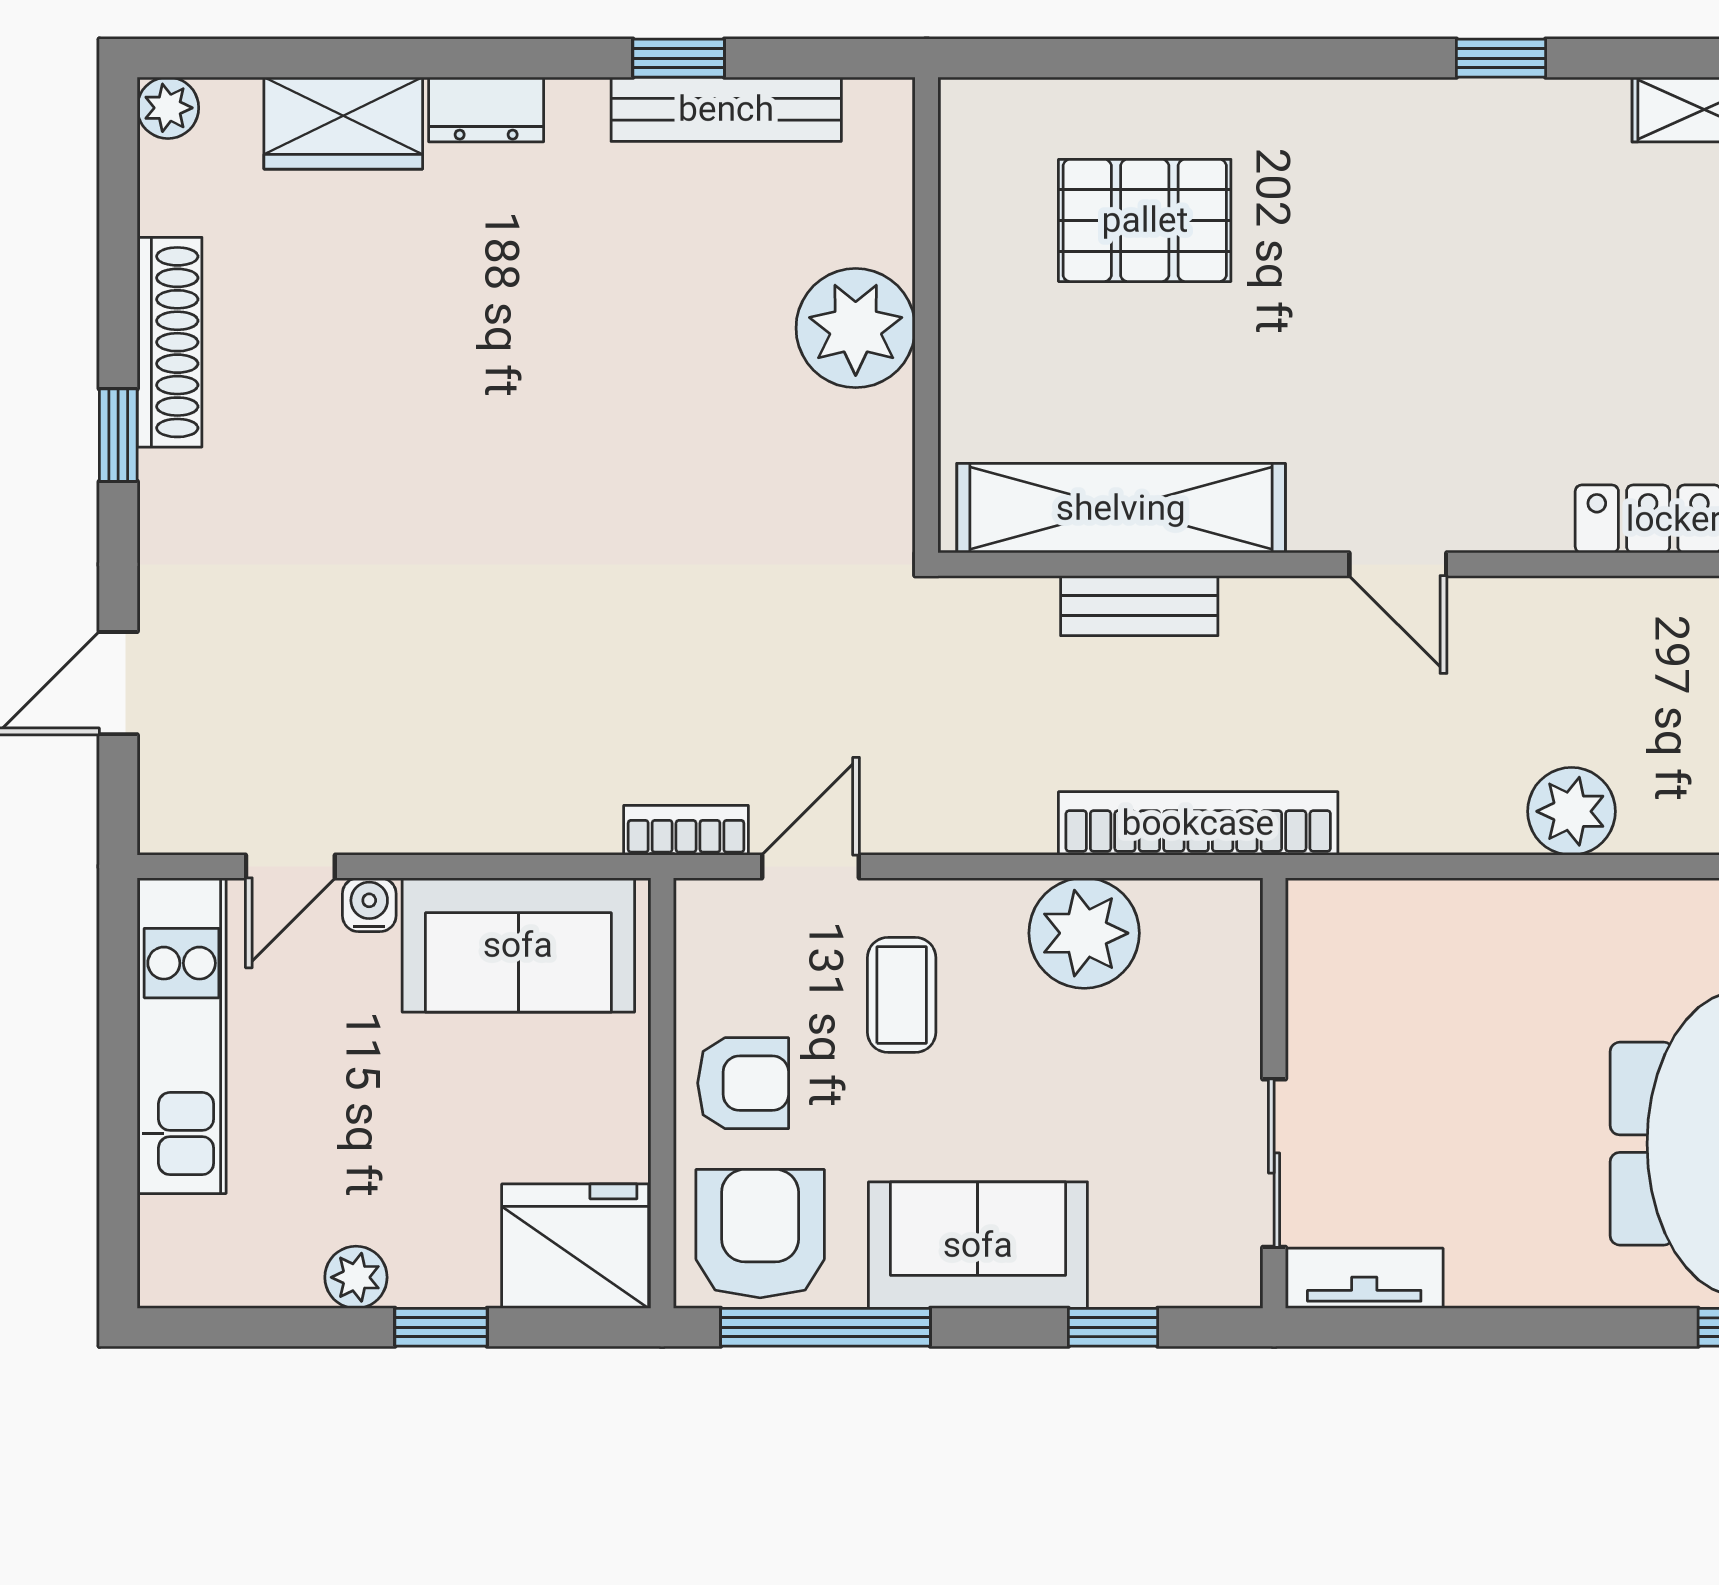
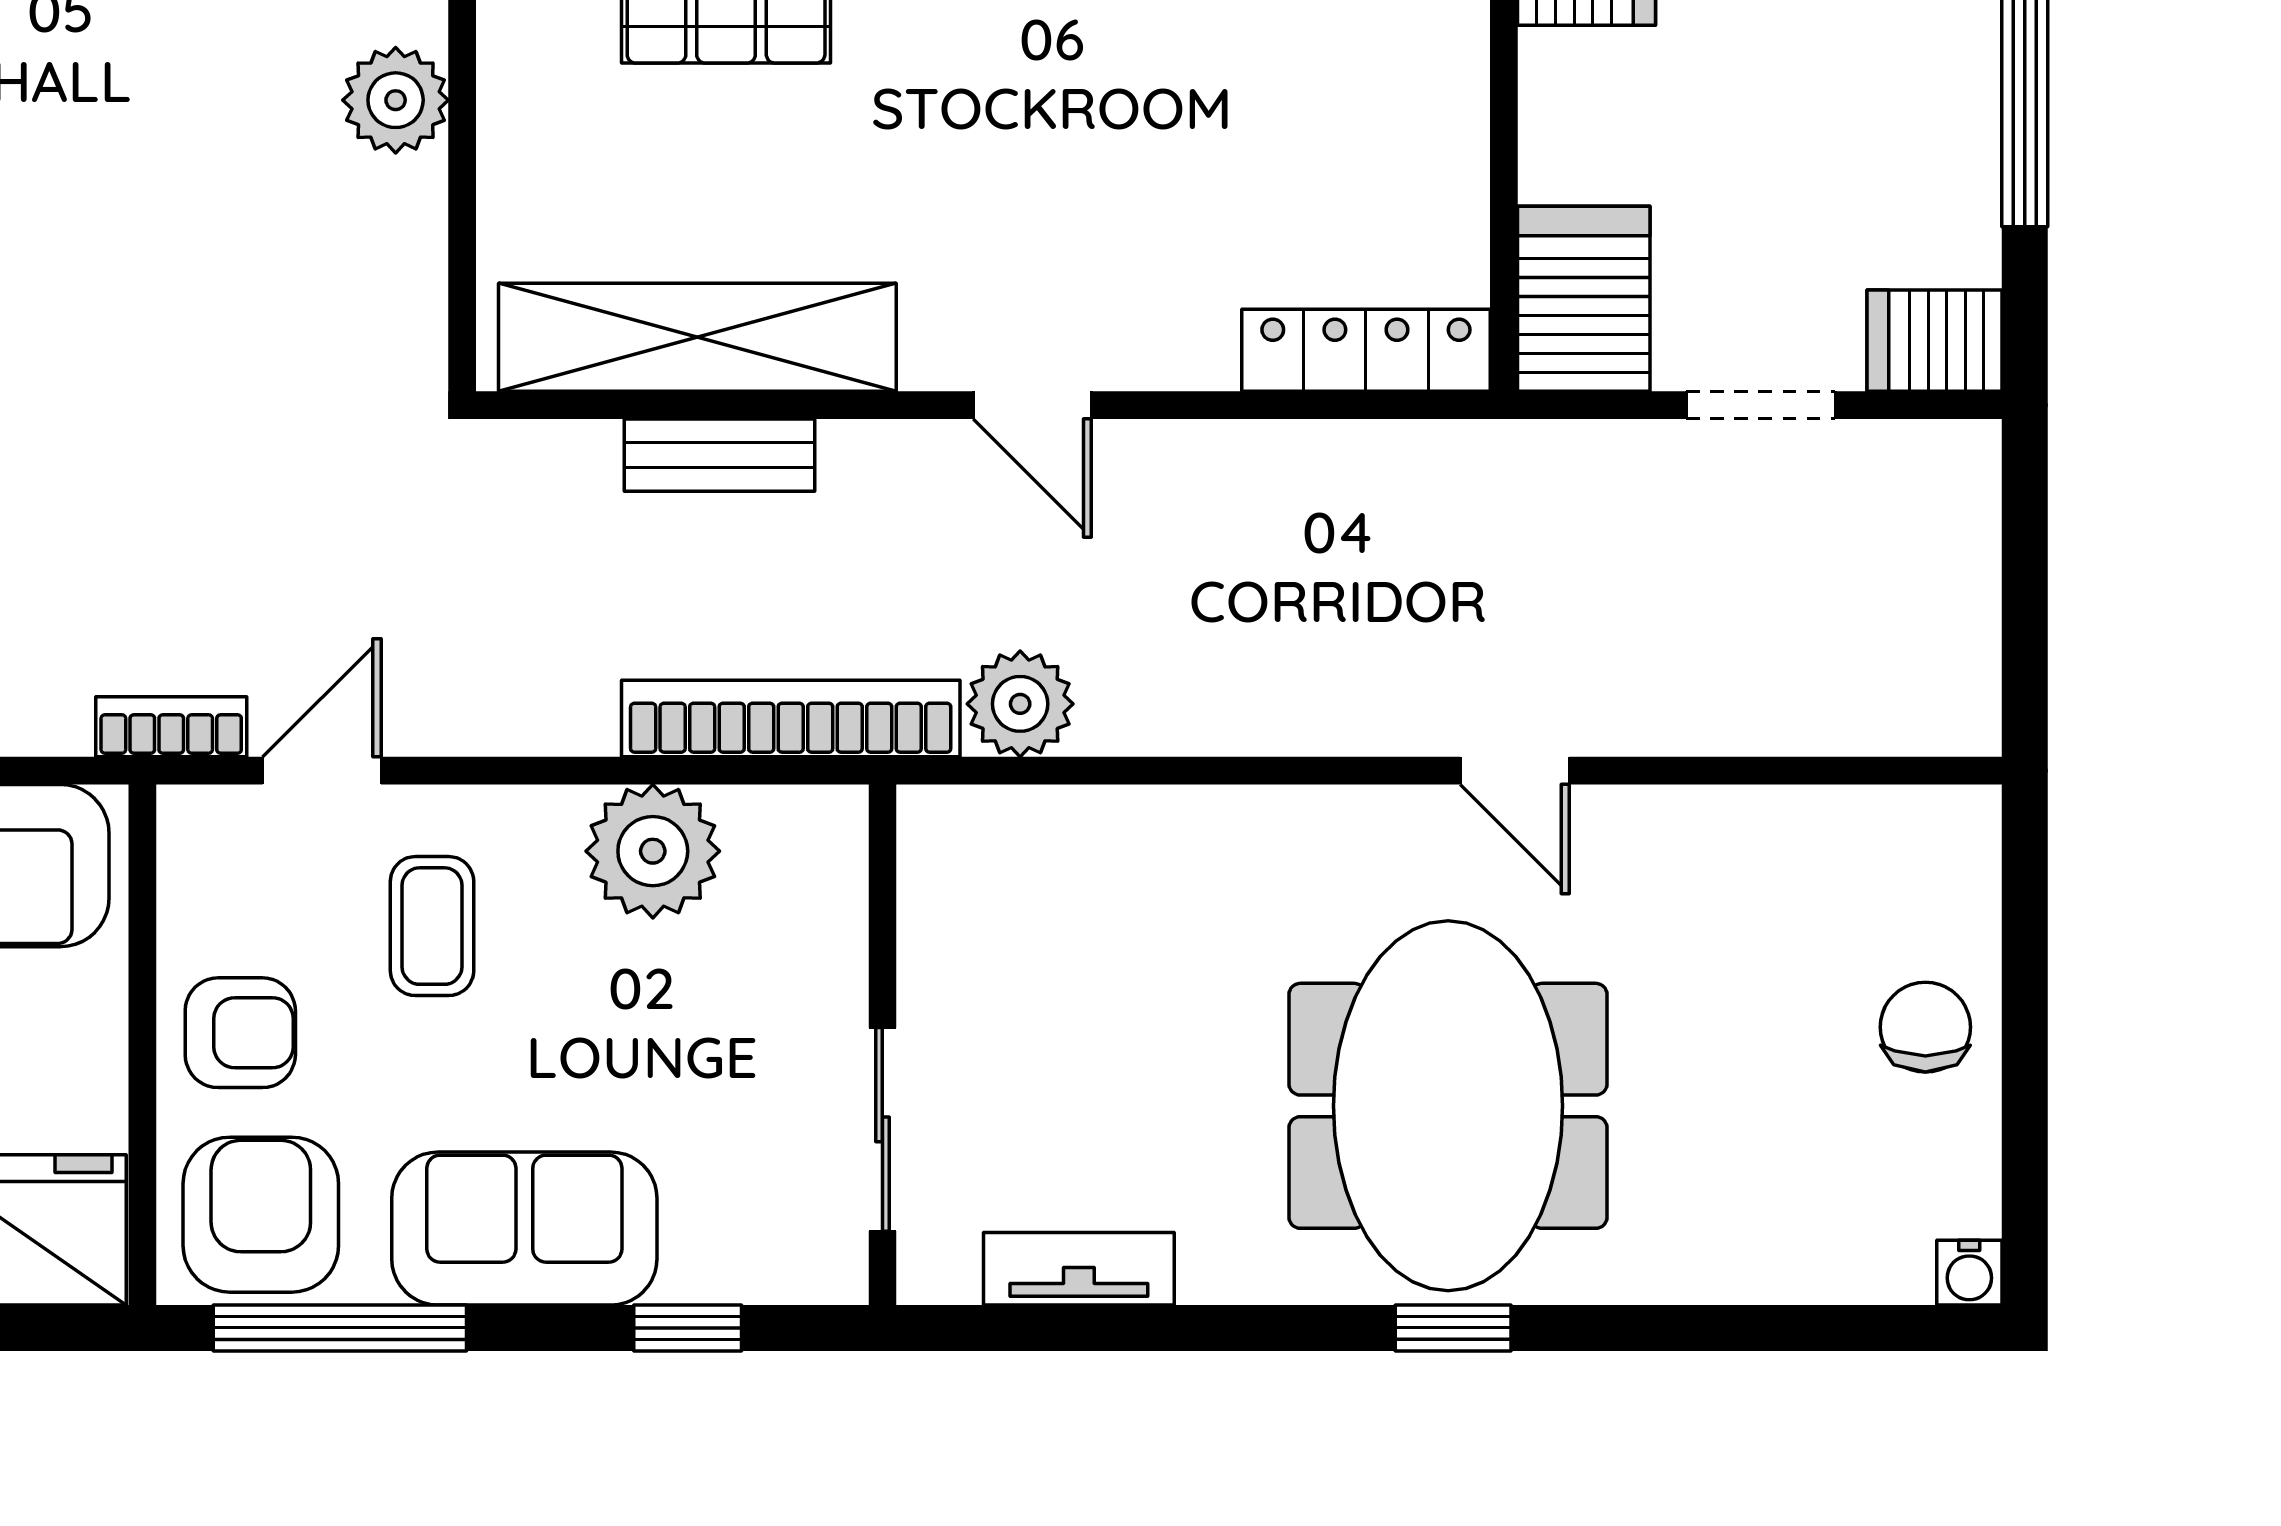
plant: (856, 328) -> (396, 100), width x0.73, depth x0.73
plant: (1571, 811) -> (1020, 704), moved
tv unit: (1364, 1278) -> (1079, 1269), moved

